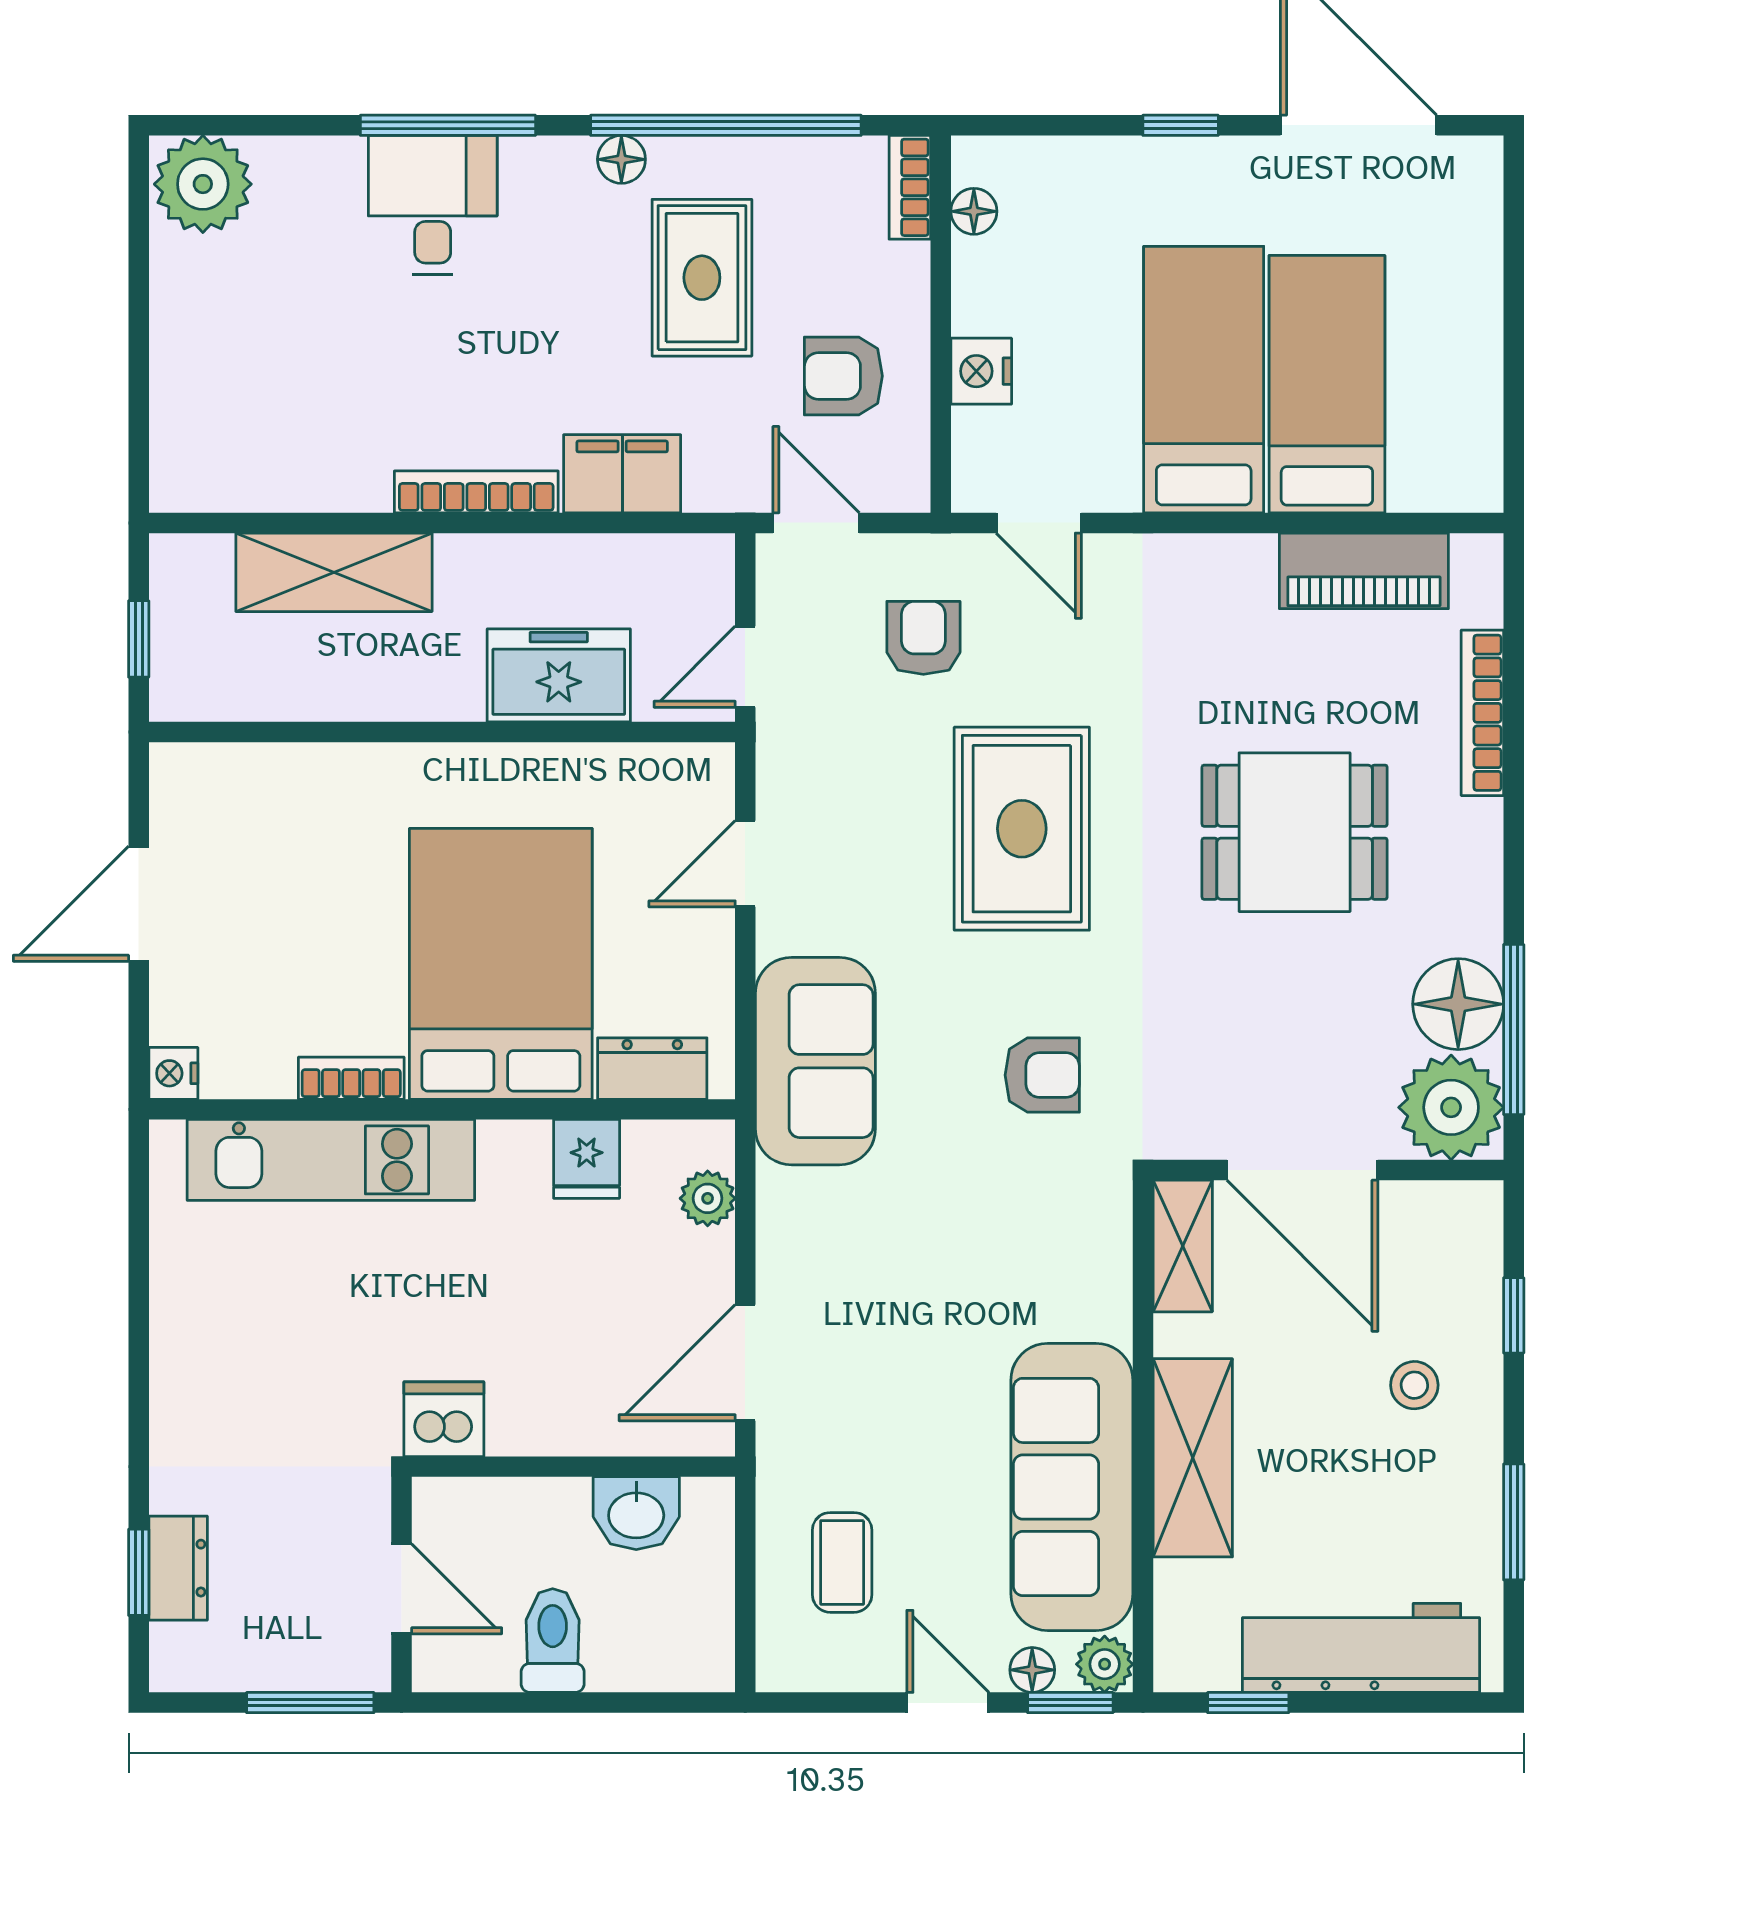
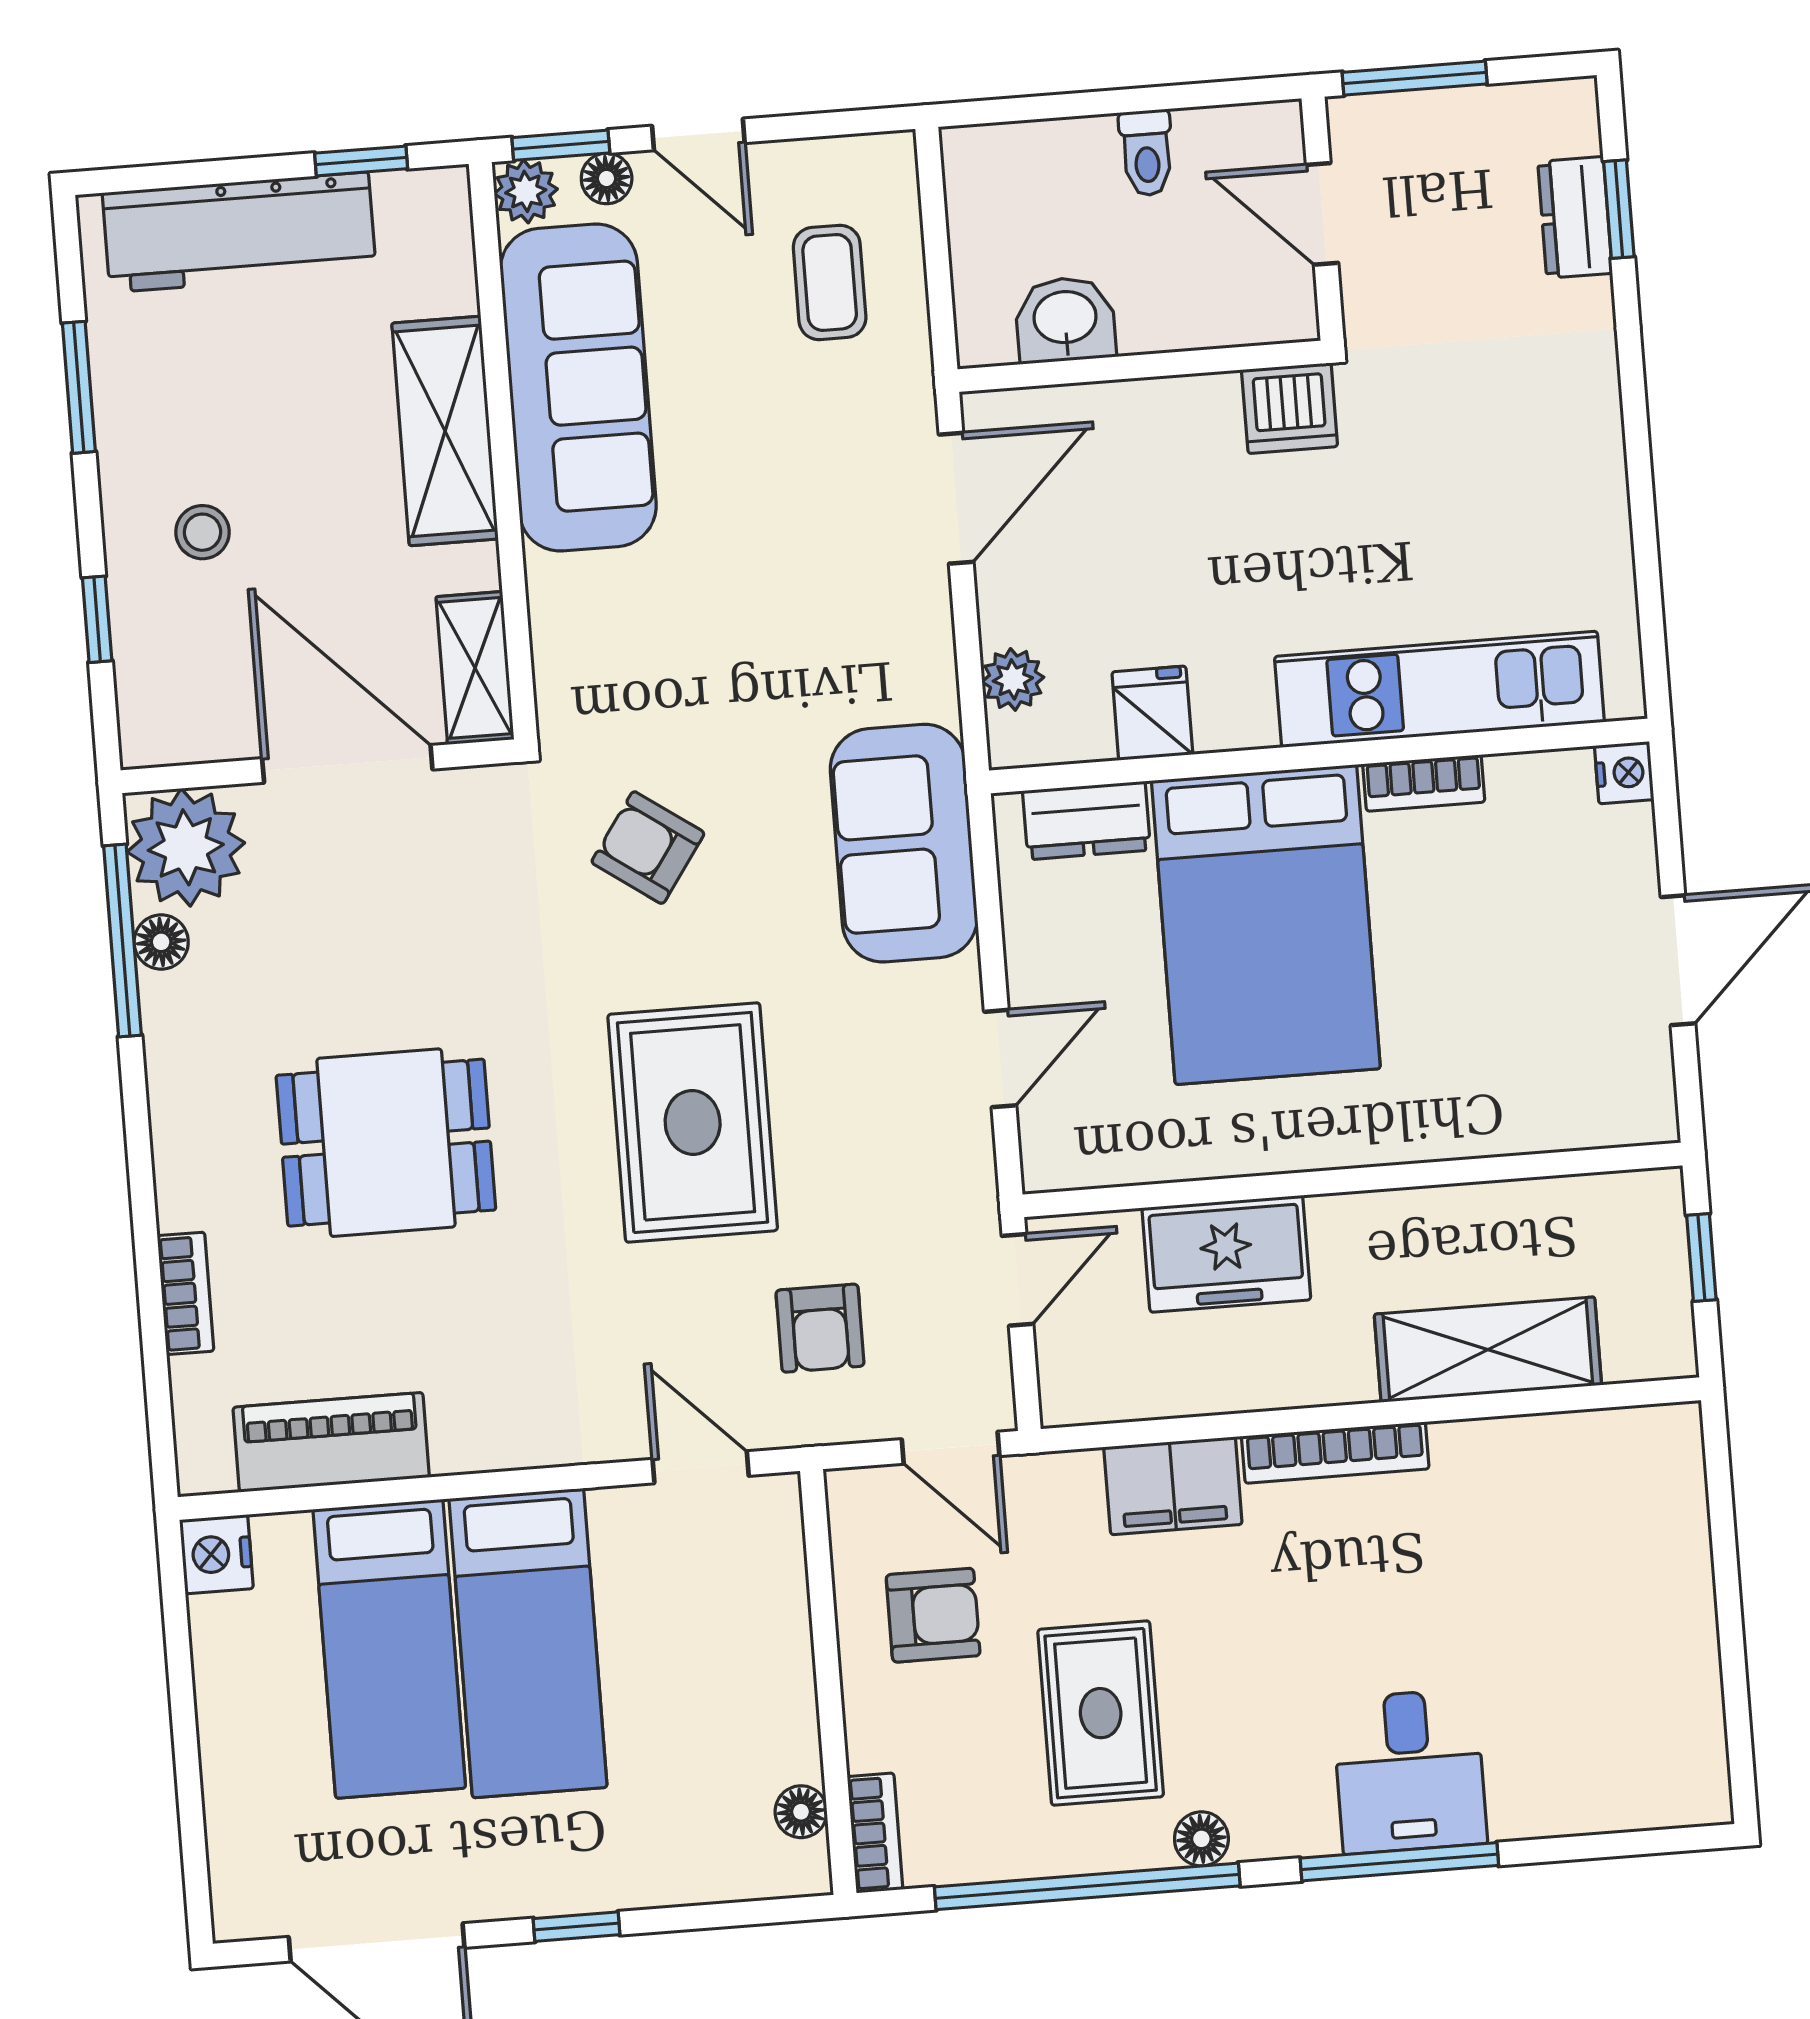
plant: (203, 184) -> (1670, 1774), removed
nightstand: (981, 371) -> (216, 1554), moved, turned 180
bookcase: (1482, 713) -> (186, 1293), width x0.64
floor lamp: (1458, 1004) -> (161, 942), width x0.53, depth x0.53
armchair: (1042, 1075) -> (648, 848), turned 35
toilet: (553, 1641) -> (1147, 153), width x0.73, depth x0.72

